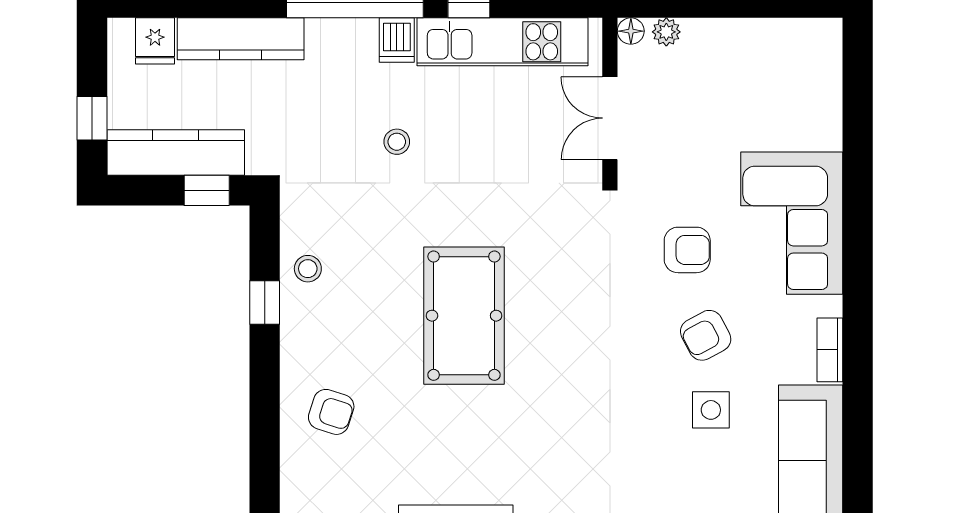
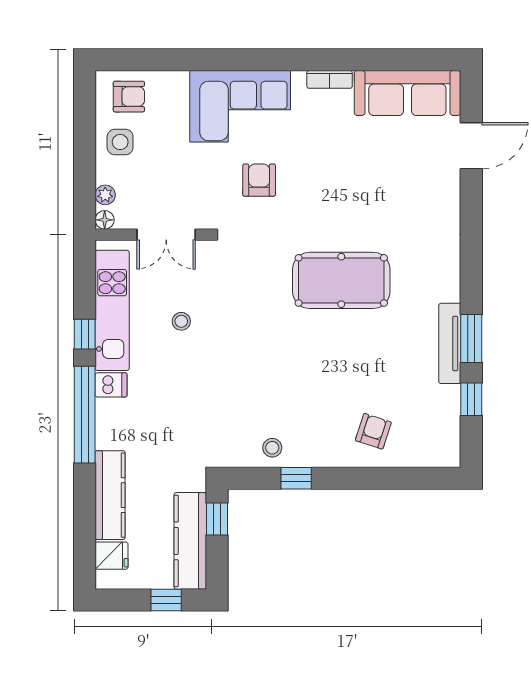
stool: (397, 142) -> (181, 321), moved
pool table: (464, 316) -> (341, 280), moved
armchair: (706, 335) -> (129, 97), moved, turned -62
side table: (711, 410) -> (120, 142), moved

